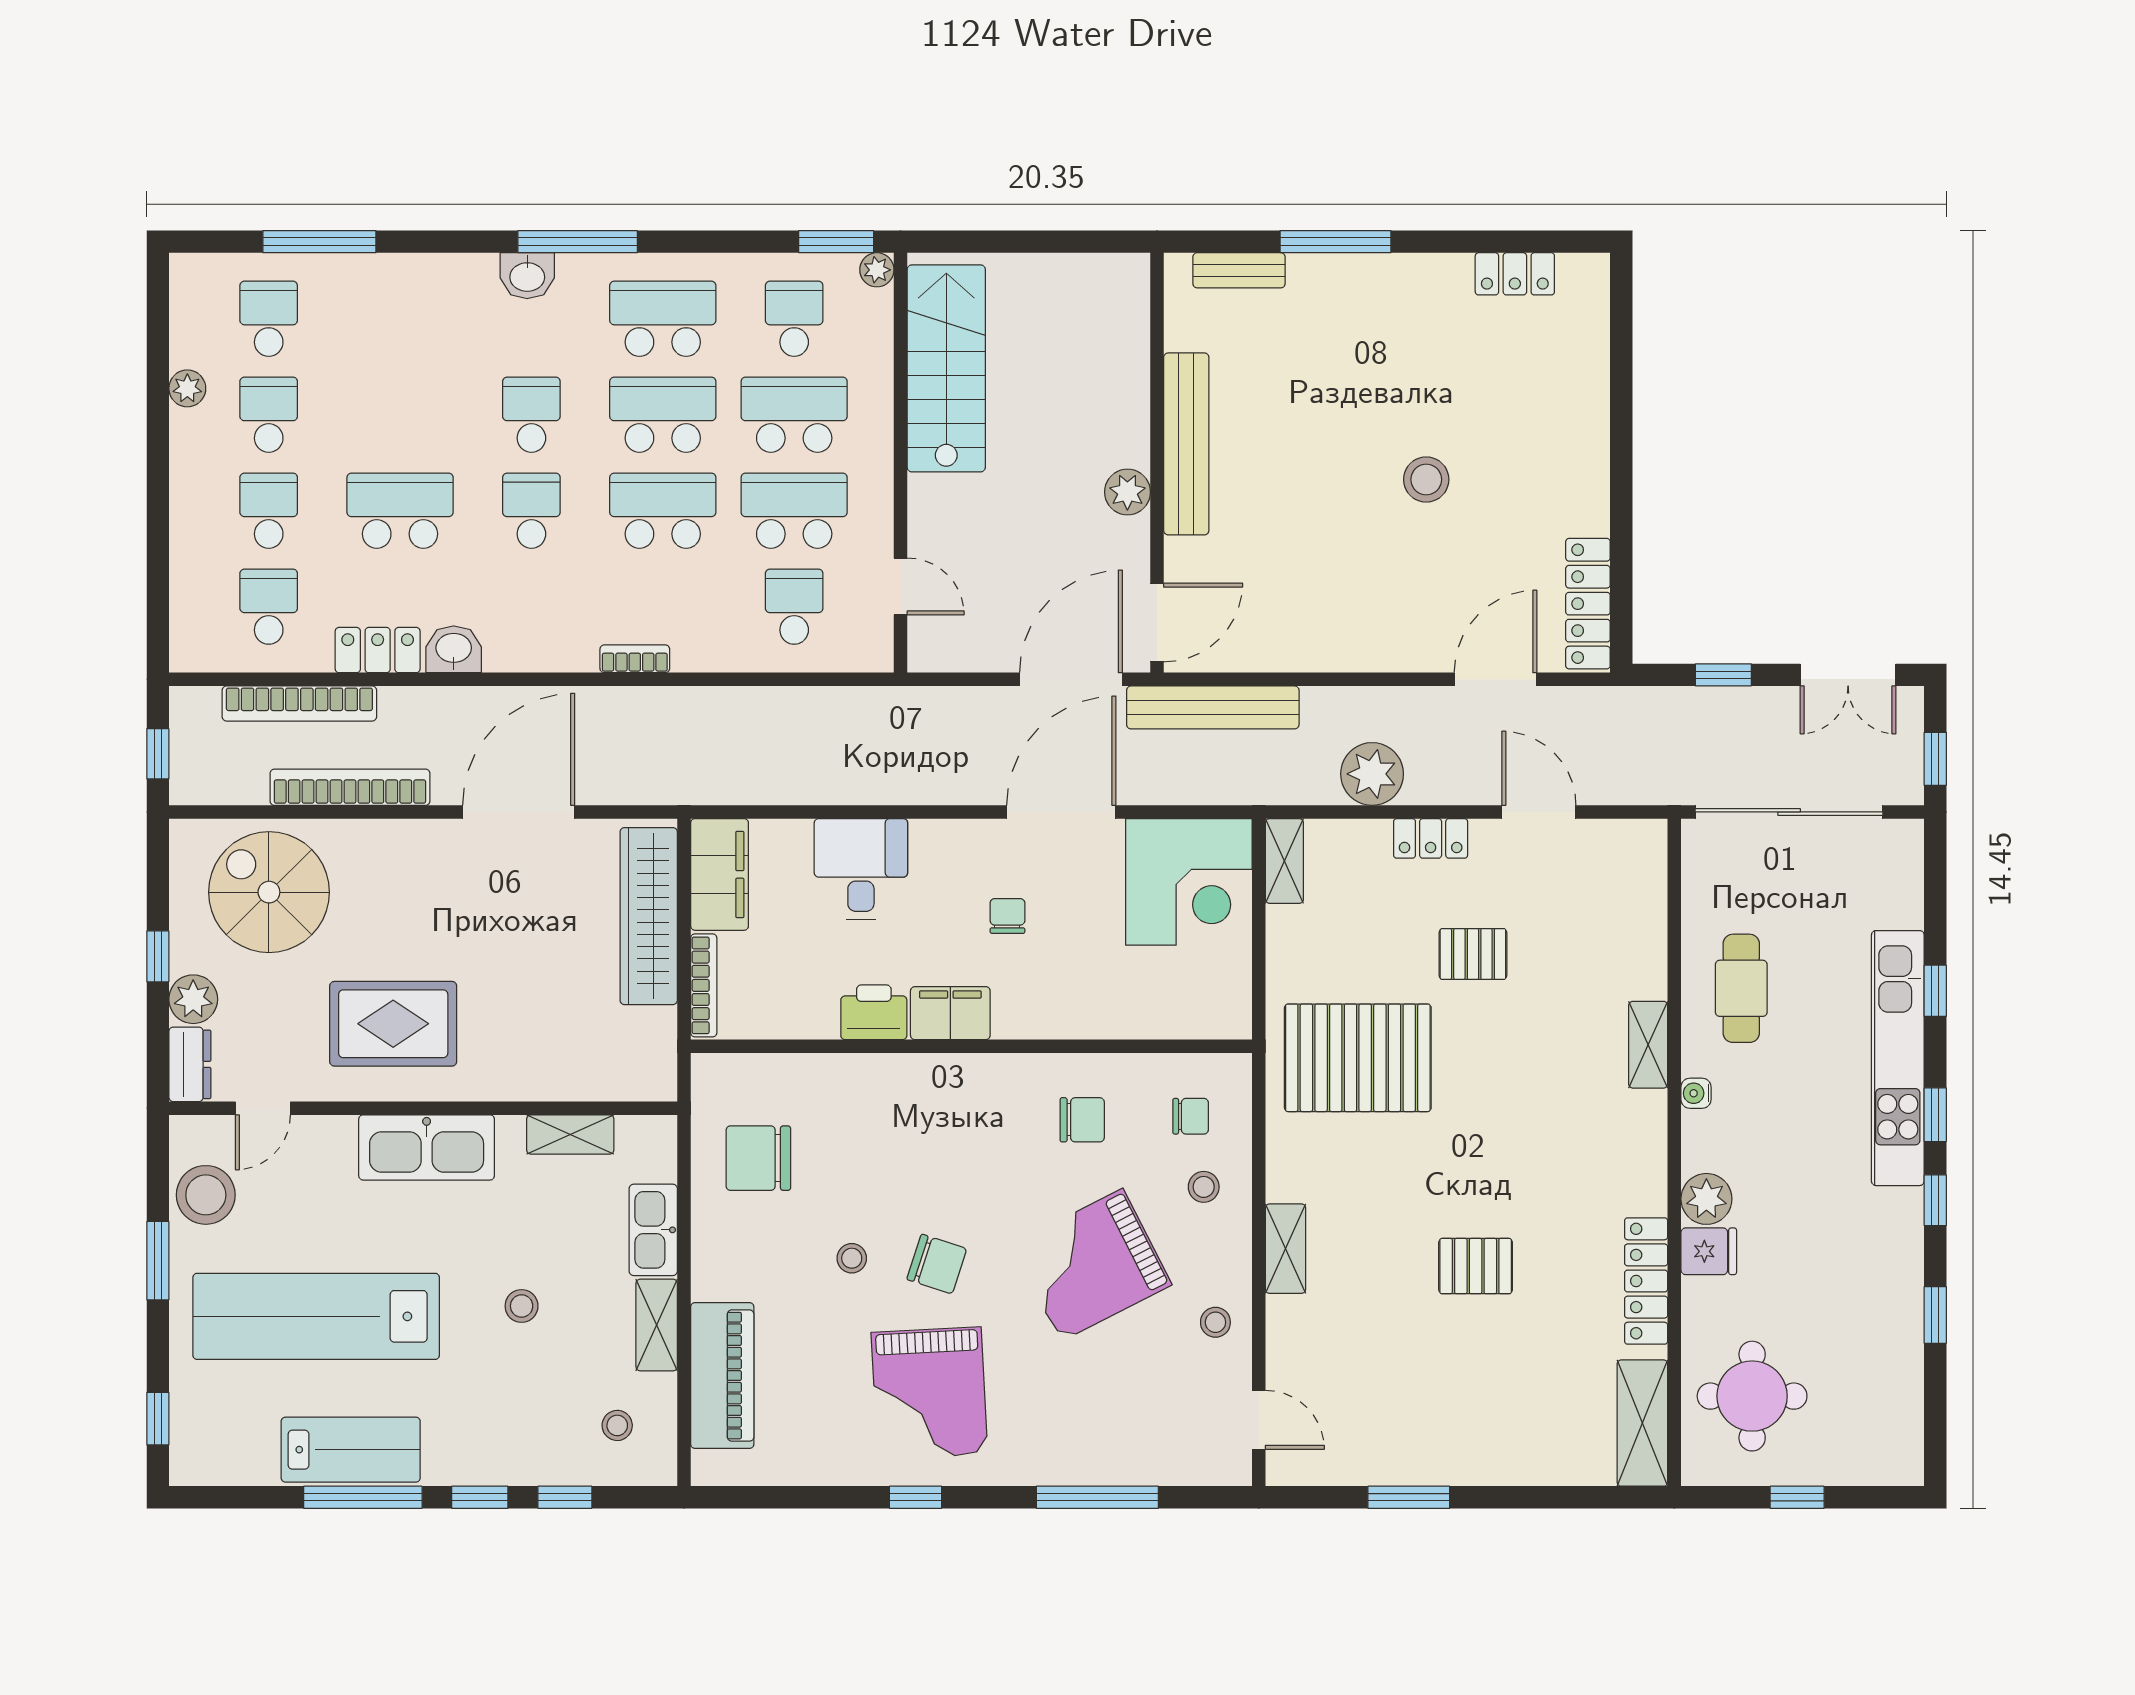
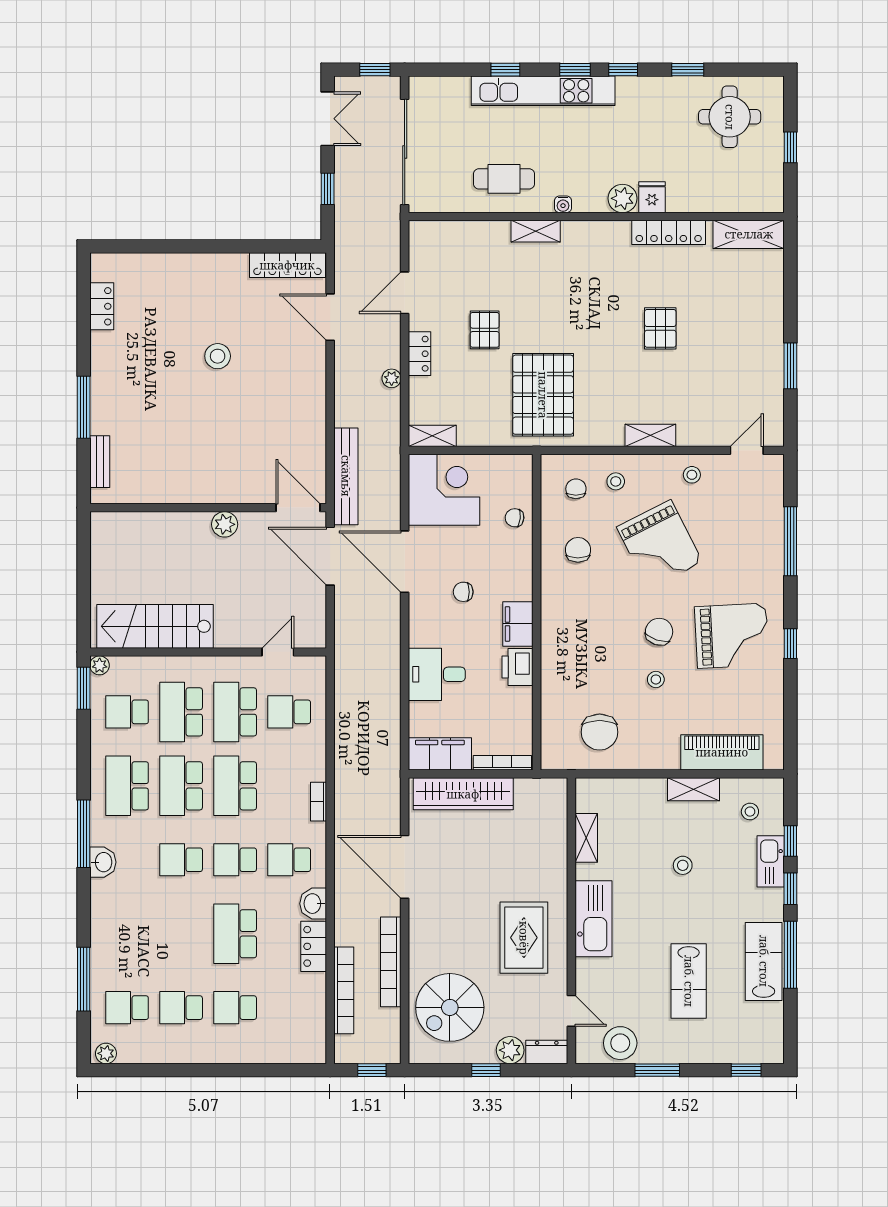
plant: (187, 388) -> (106, 1053), moved
bench: (1186, 444) -> (198, 491), removed
school desk: (269, 607) -> (289, 860), moved
plant: (1372, 774) -> (392, 378), width x0.53, depth x0.53
chair: (1139, 1007) -> (515, 518), added
kitchen sink: (653, 1230) -> (771, 861), moved, turned 90
lab bench: (316, 1316) -> (689, 981), width x0.54, depth x0.72
round table: (1752, 1396) -> (730, 117), moved

